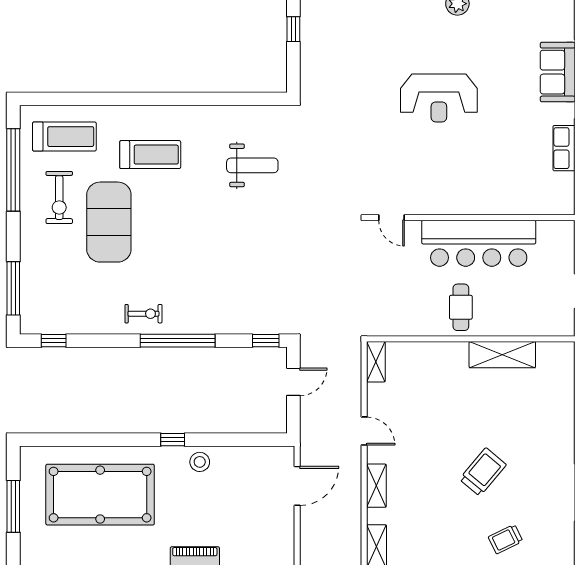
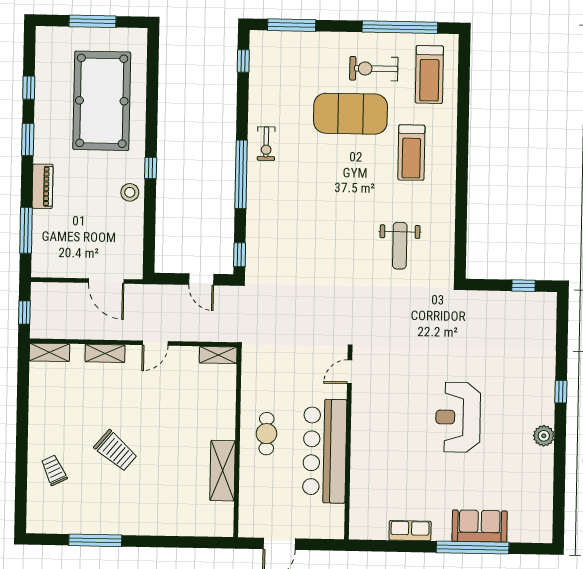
cafe table: (461, 307) -> (266, 434), turned 90

